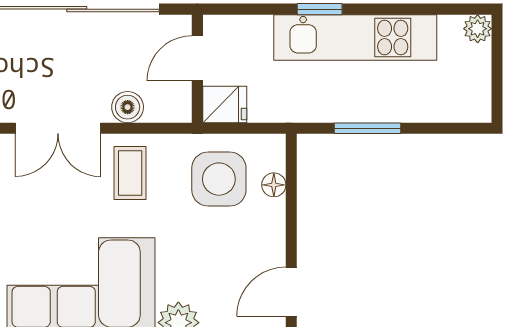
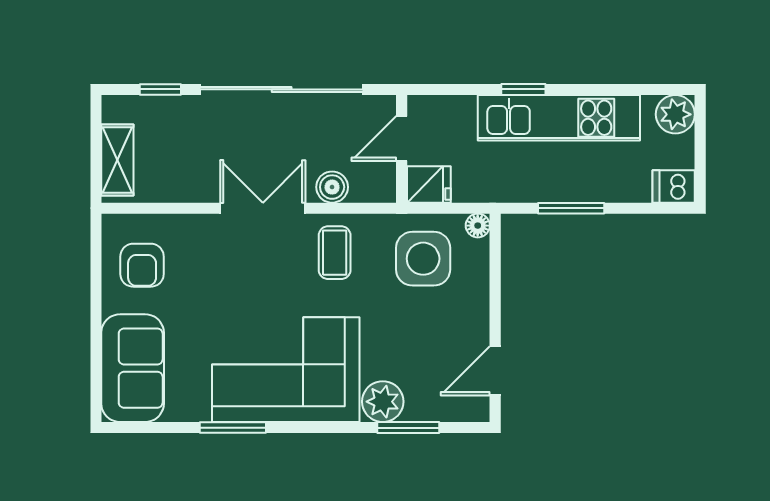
plant: (478, 29) -> (675, 114), width x1.38, depth x1.38
dishwasher: (471, 106) -> (674, 186), added
double door: (58, 128) -> (263, 208), swing flipped
floor lamp: (274, 185) -> (478, 226), moved

